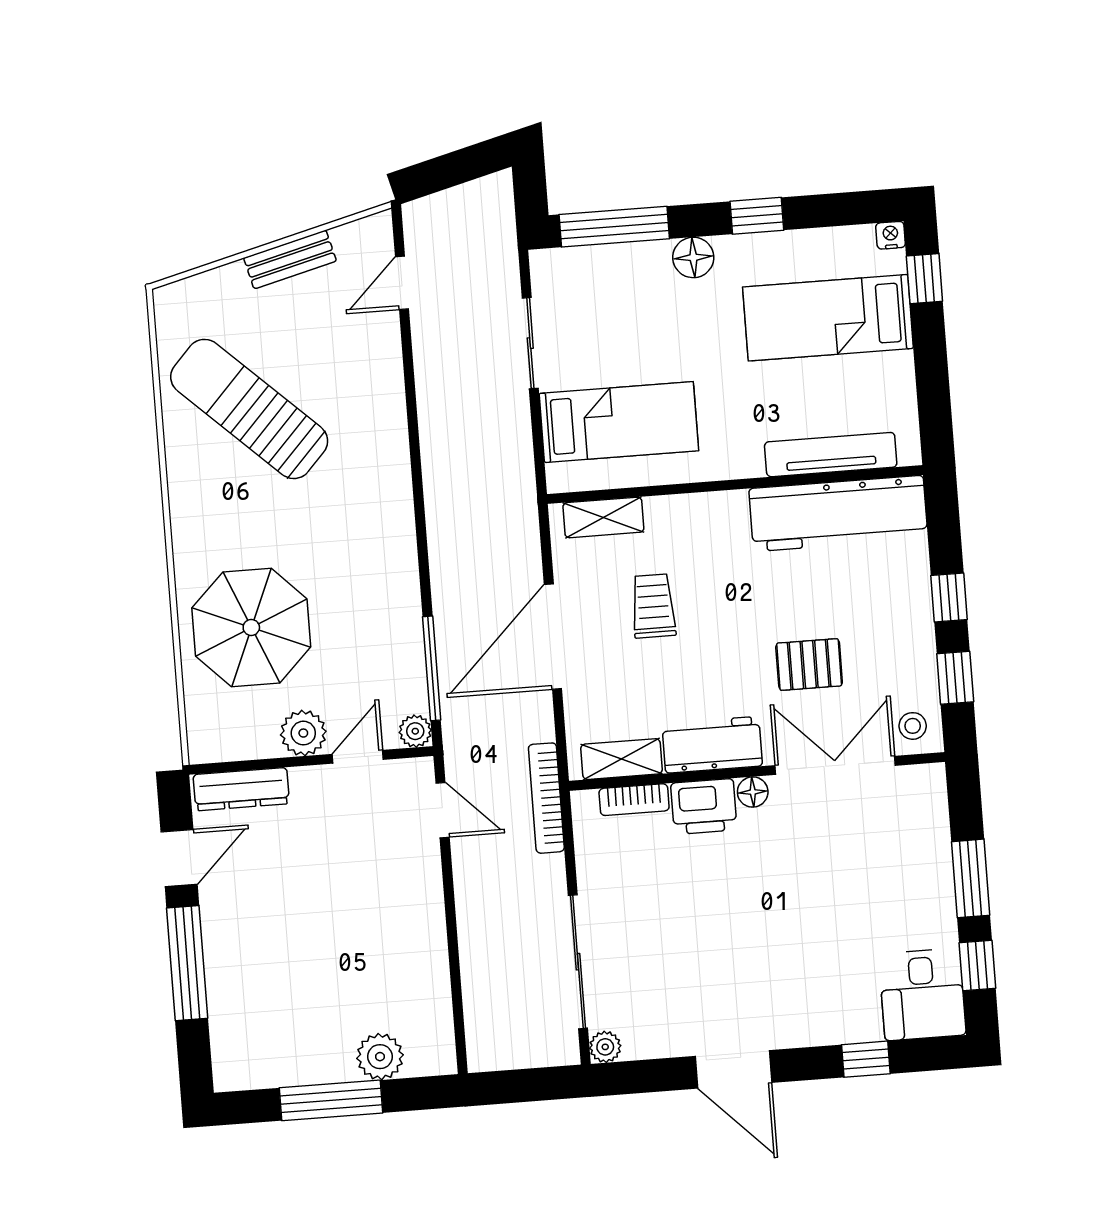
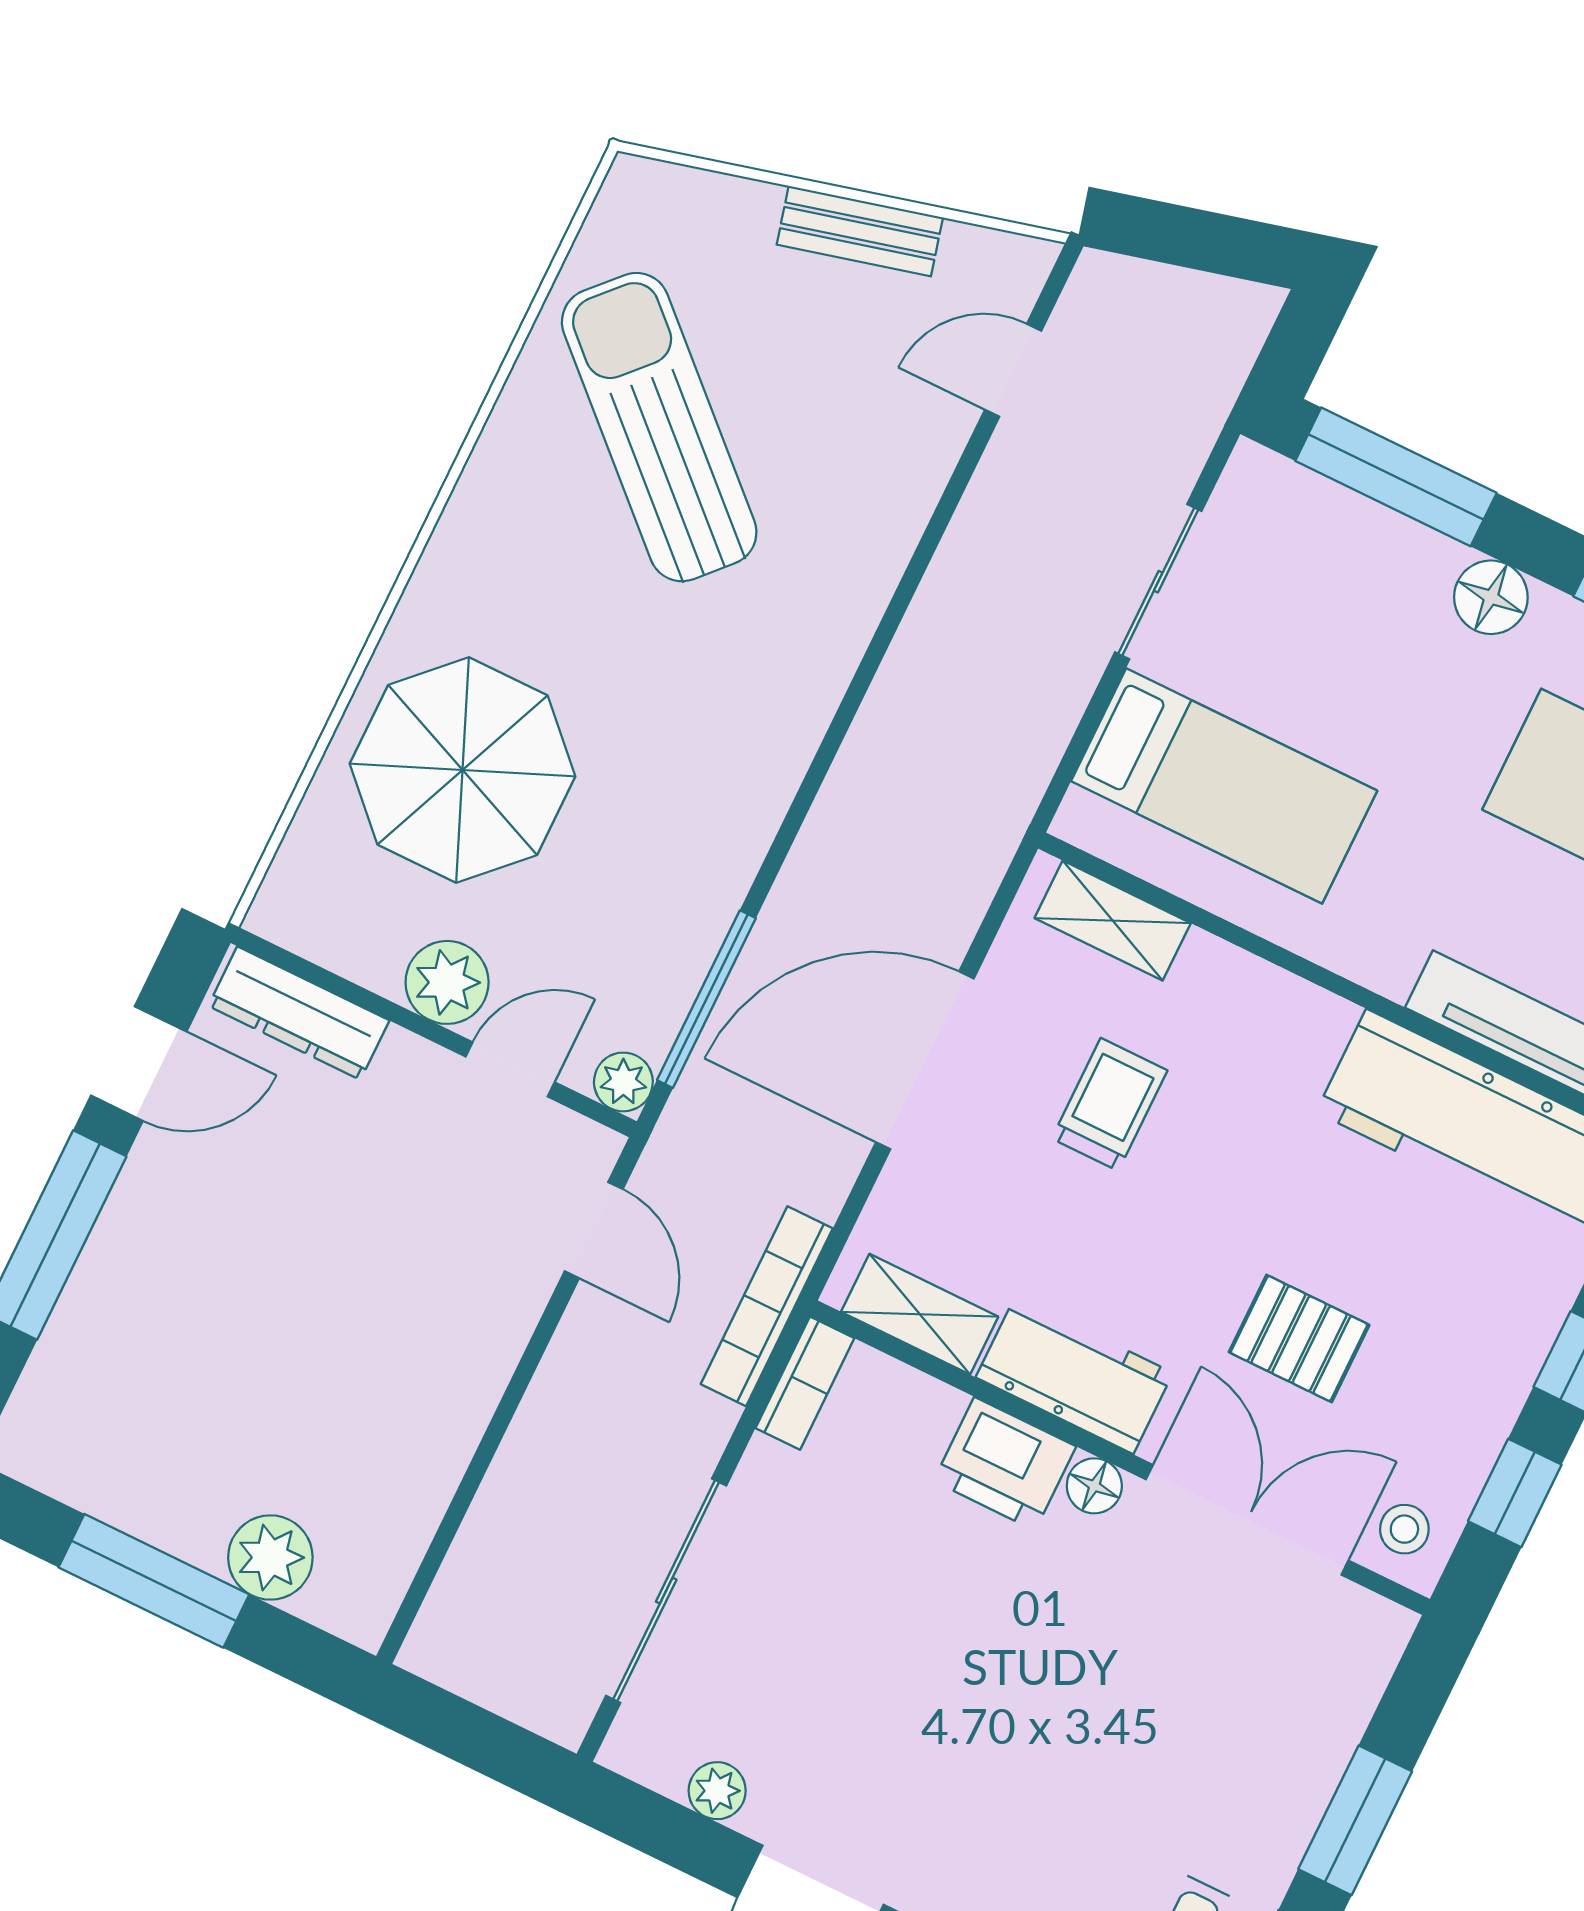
bookcase: (634, 800) -> (805, 1383), moved, turned -90
plant: (605, 1047) -> (717, 1791), moved

